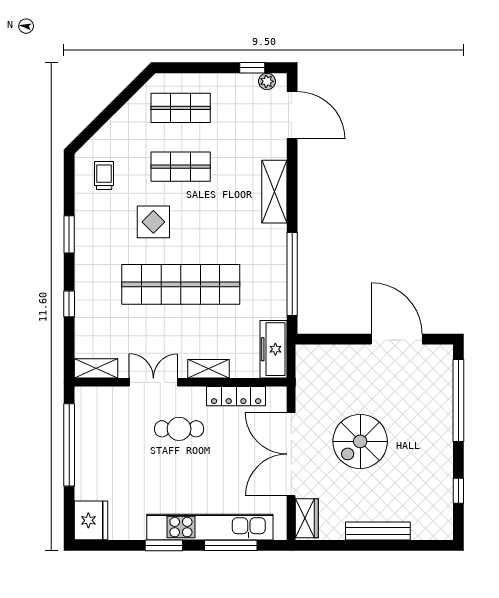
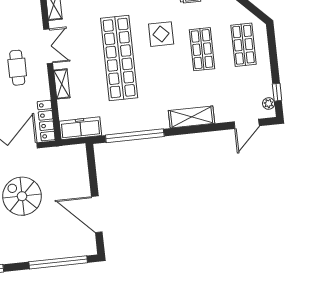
door: (292, 115) -> (247, 124), width x0.73
door: (397, 339) -> (97, 214), swing flipped
locker: (236, 396) -> (46, 121), moved

